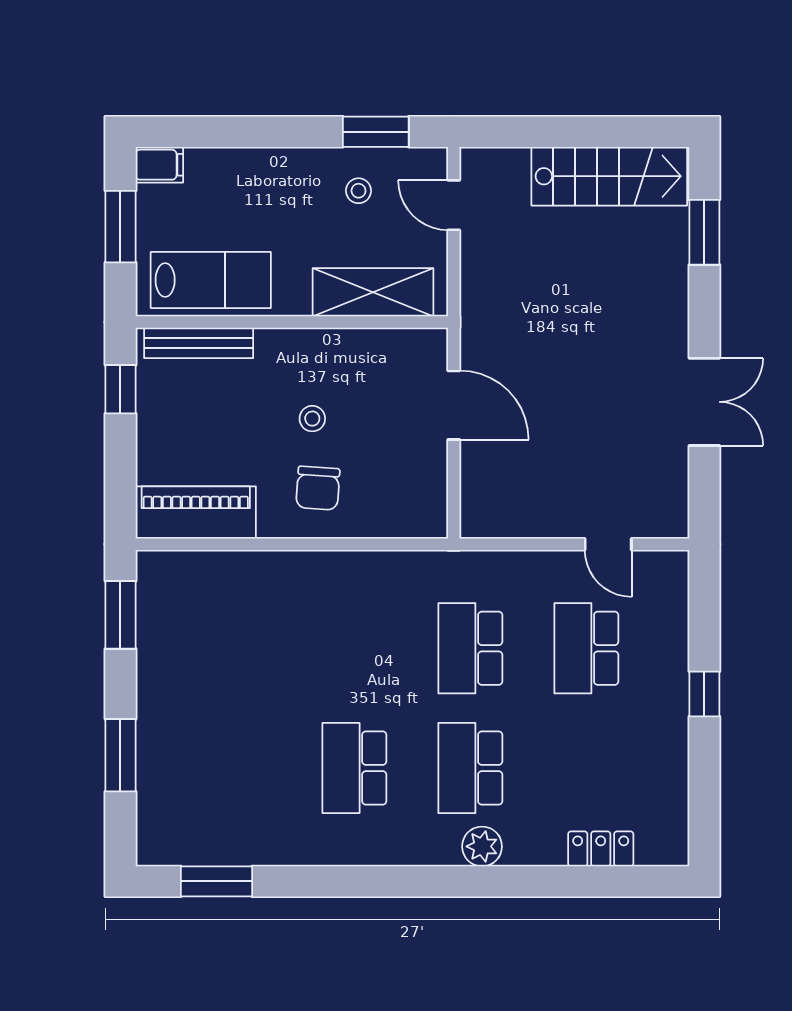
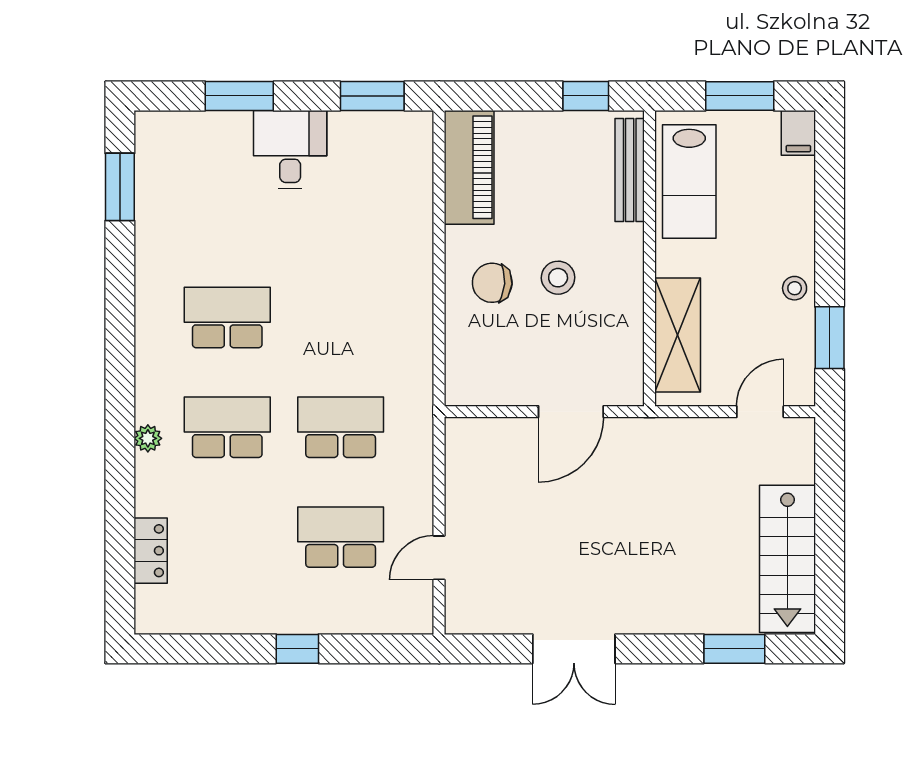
stool: (359, 191) -> (795, 288), moved
stool: (312, 419) -> (558, 278), width x1.37, depth x1.37
desk: (177, 702) -> (290, 150), added
plant: (482, 846) -> (148, 438), width x0.73, depth x0.73

